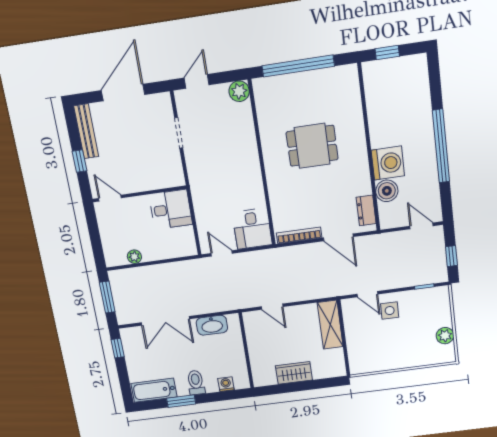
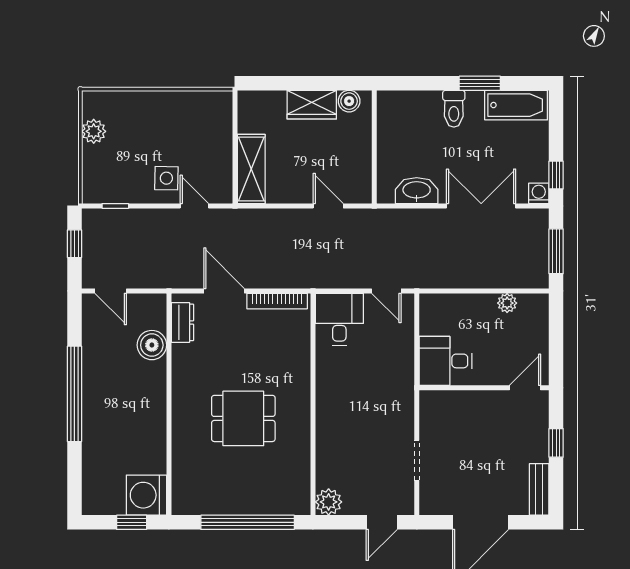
bench: (86, 131) -> (539, 489), width x0.73
washing machine: (388, 163) -> (146, 495), moved
door: (110, 198) -> (525, 388), swing flipped
boiler: (268, 378) -> (349, 101), added
washing machine: (226, 384) -> (539, 193), moved, turned 180

